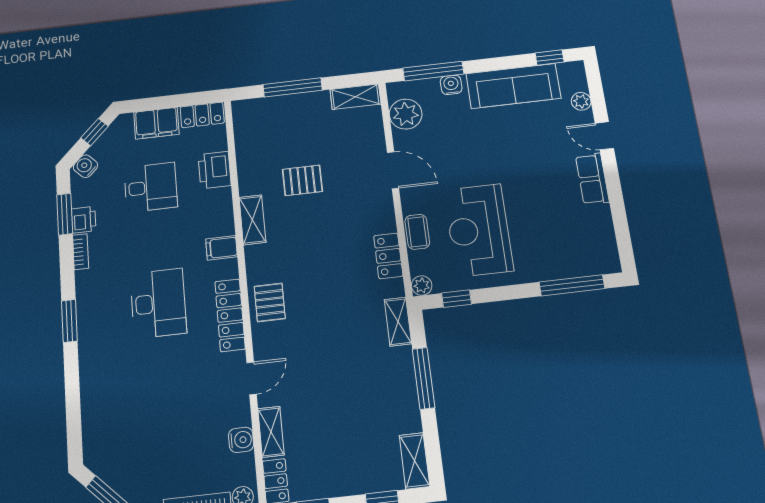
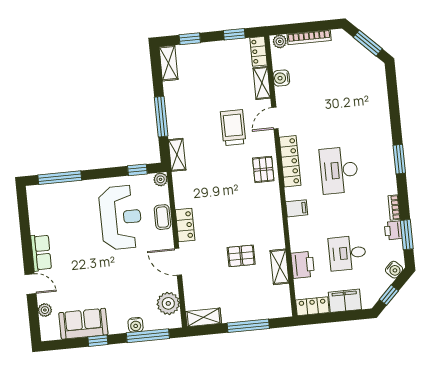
window: (550, 58) -> (98, 341), moved
sofa: (513, 86) -> (83, 324), width x0.73
shelving: (253, 220) -> (280, 267), moved
locker: (388, 256) -> (185, 225), moved
trolley: (314, 363) -> (233, 128), added

